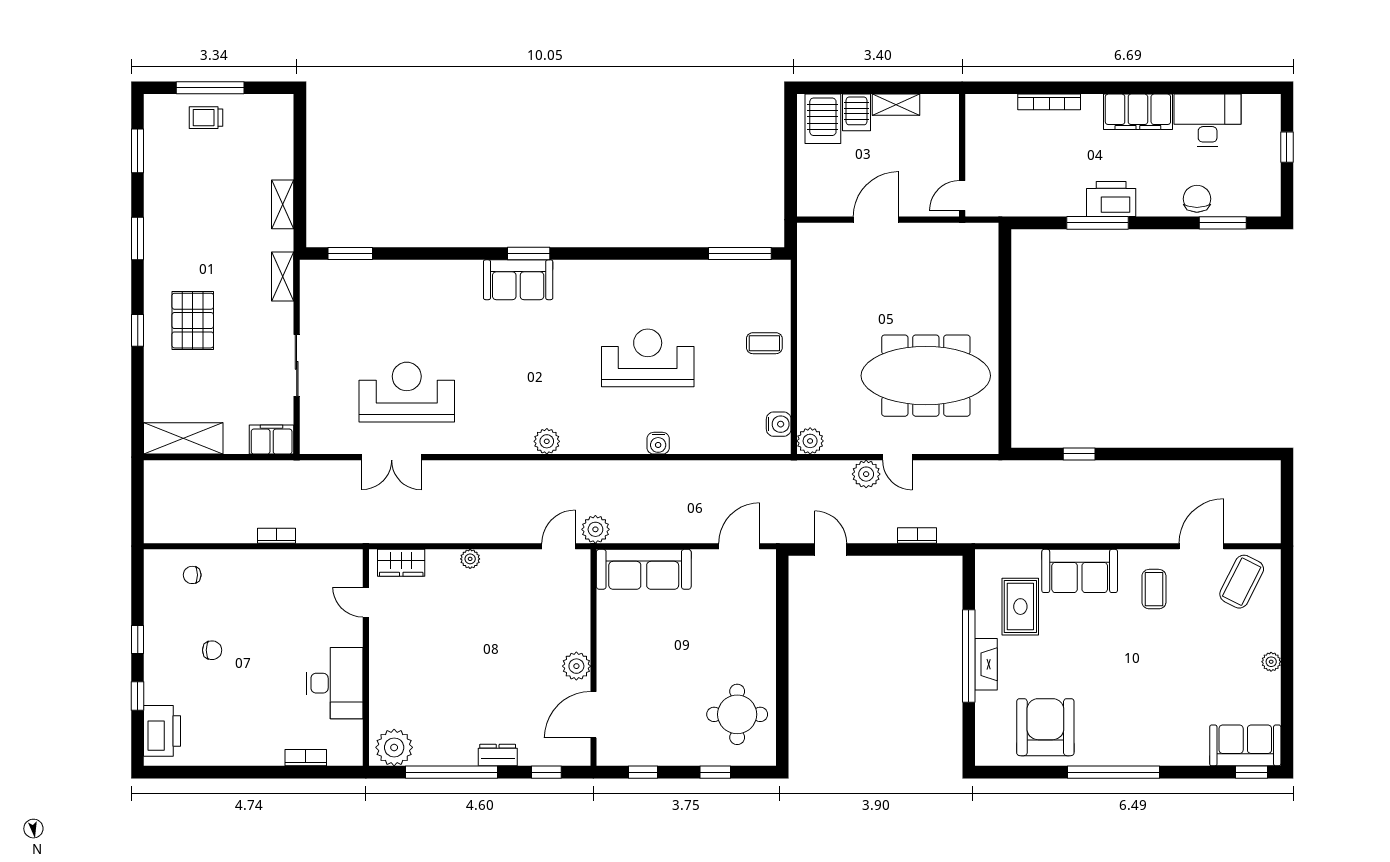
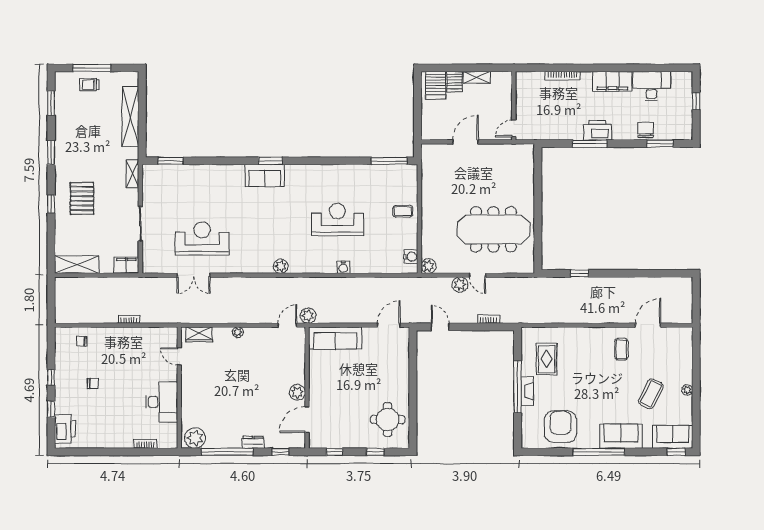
shelving: (283, 204) -> (130, 117), width x2.20, depth x1.33
sofa: (1080, 571) -> (621, 436), moved, turned 180
coffee table: (1242, 582) -> (651, 394), moved

